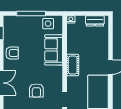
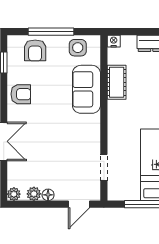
cot: (73, 65) -> (117, 82), moved
armchair: (36, 90) -> (35, 50), moved

